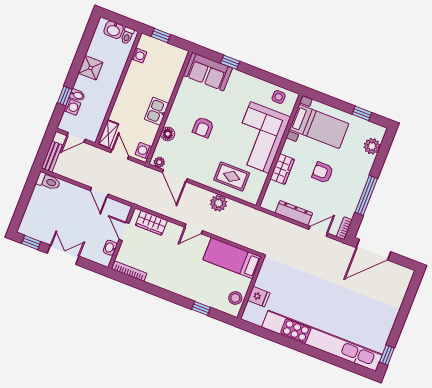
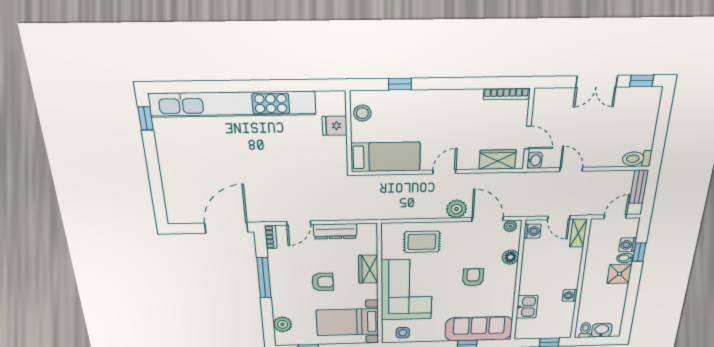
washing machine: (139, 55) -> (570, 295), moved
shower: (91, 68) -> (620, 274), moved
sofa: (208, 72) -> (479, 329), width x1.36
kitchen sink: (157, 111) -> (527, 307), moved
plant: (218, 203) -> (457, 209), moved
washbasin: (110, 248) -> (535, 160), moved

